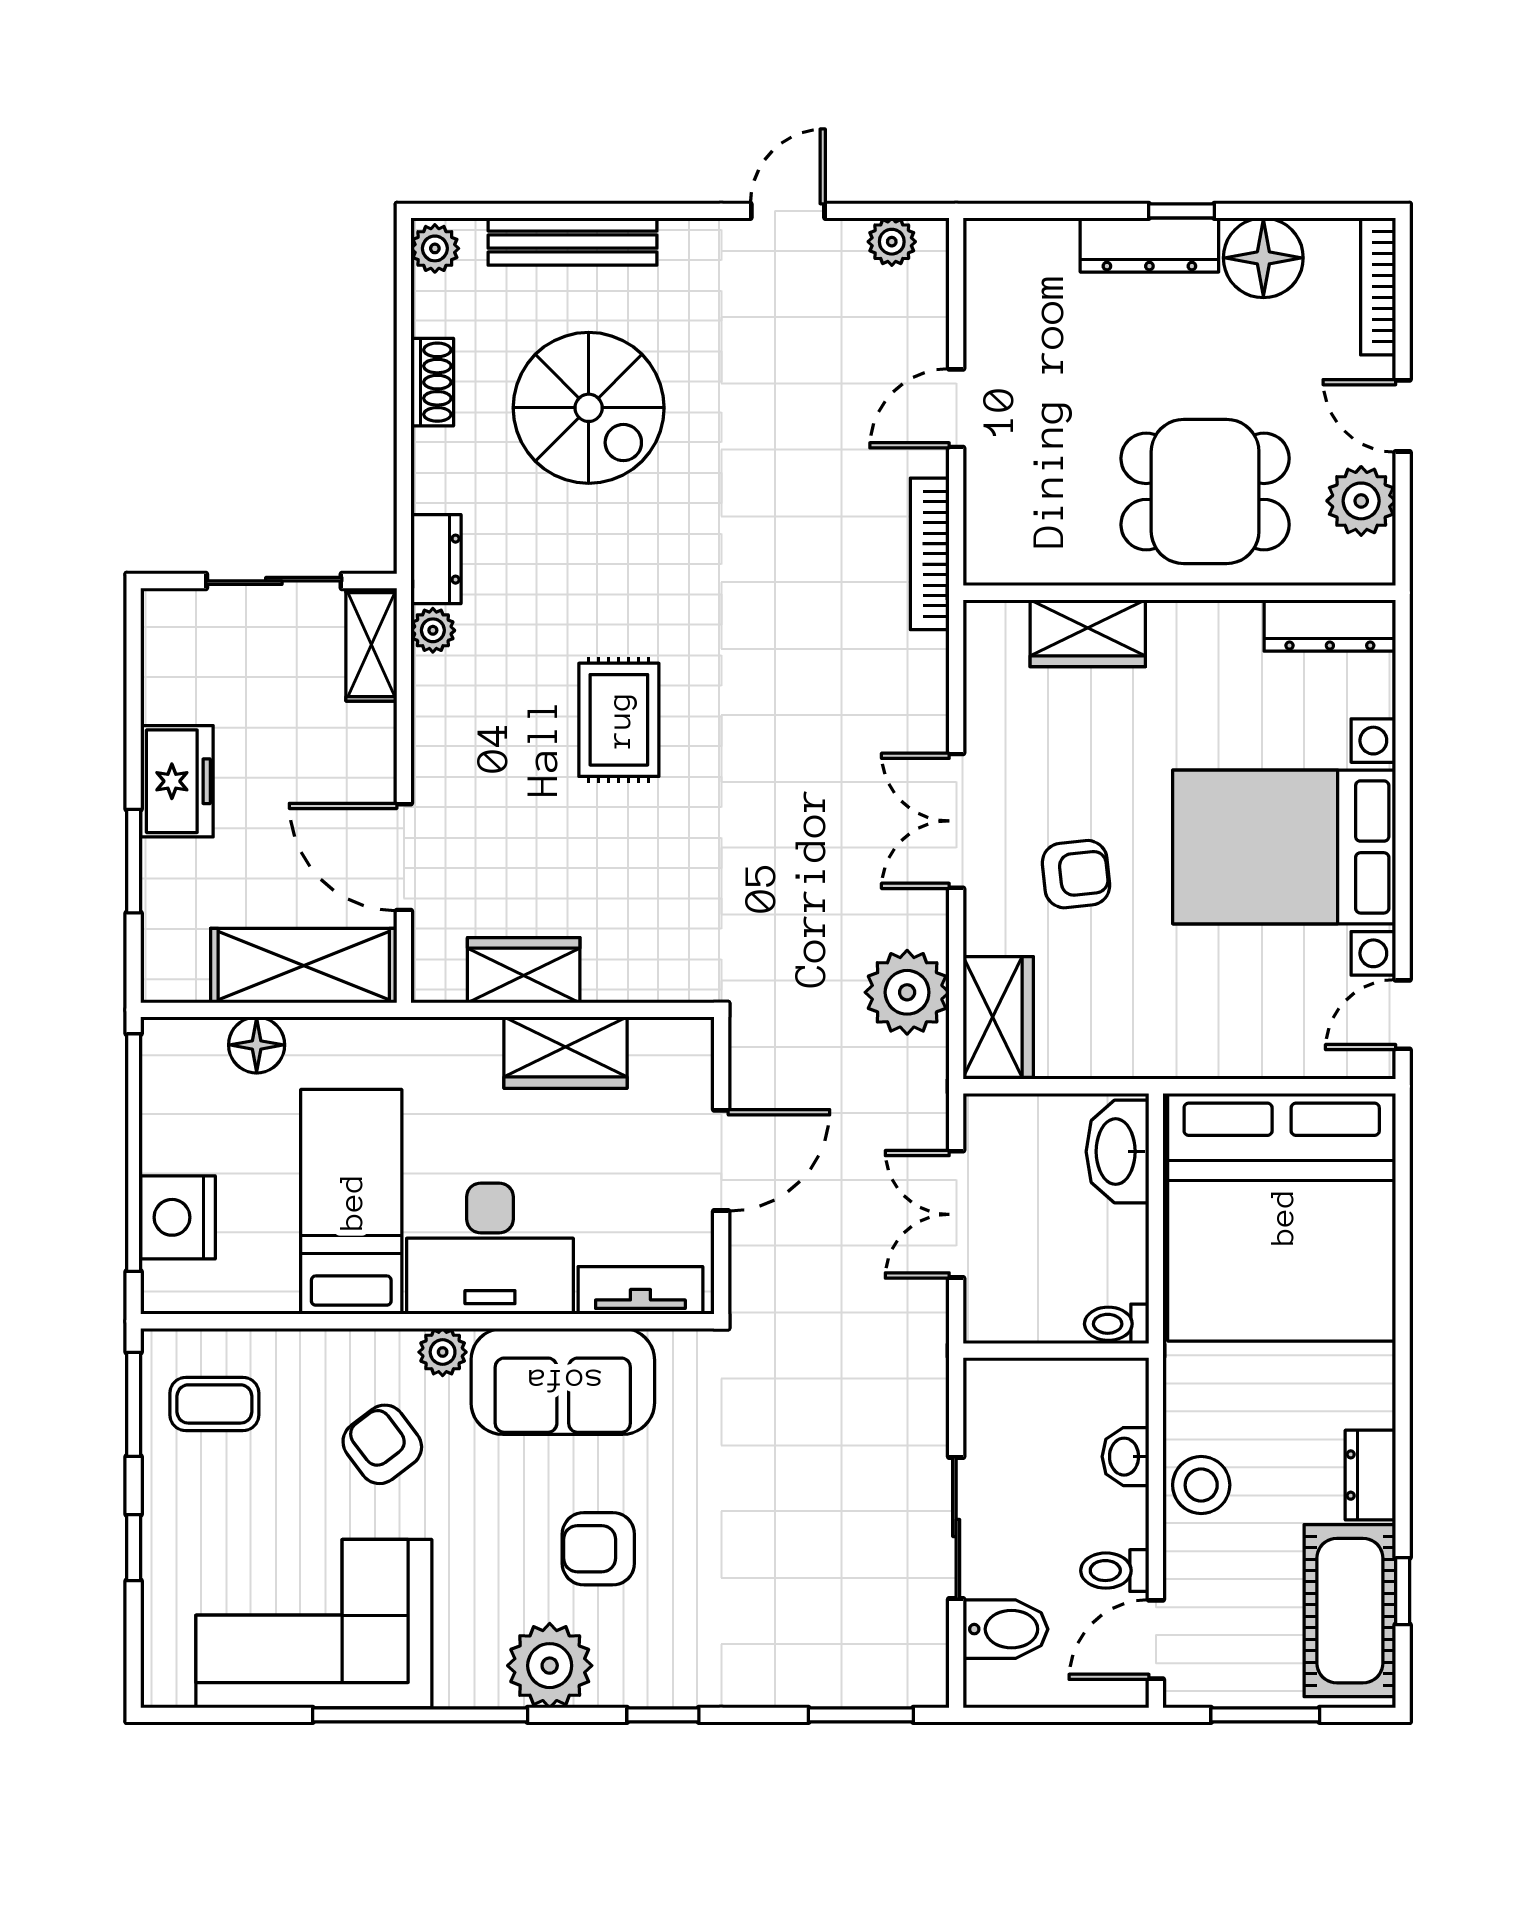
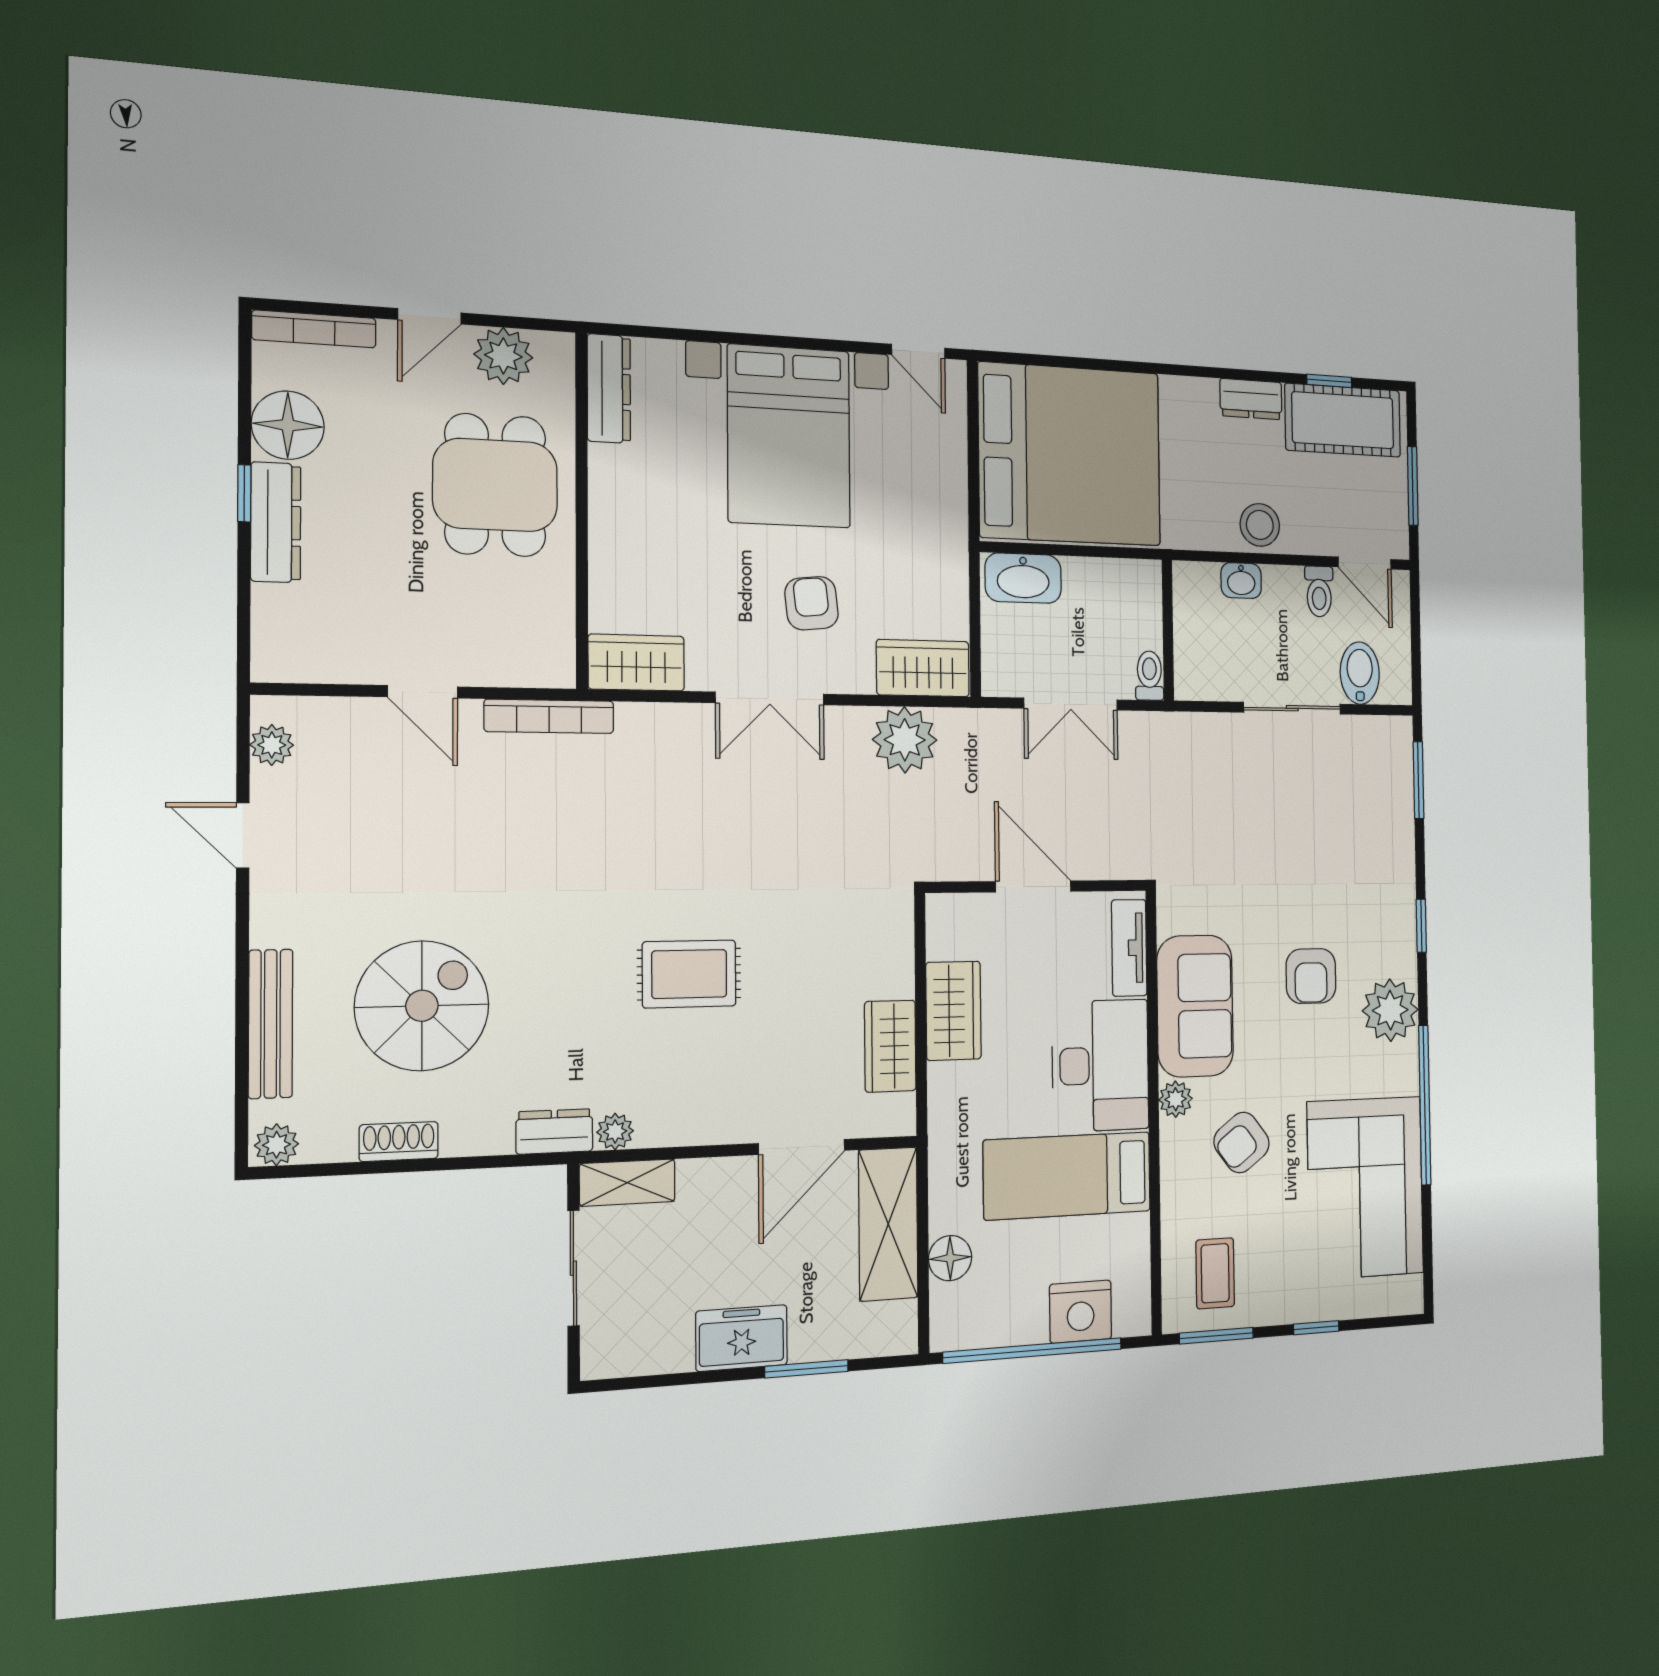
wardrobe: (1088, 633) -> (636, 663), moved, turned -90
toilet: (1117, 1324) -> (1149, 676), moved, turned 180

